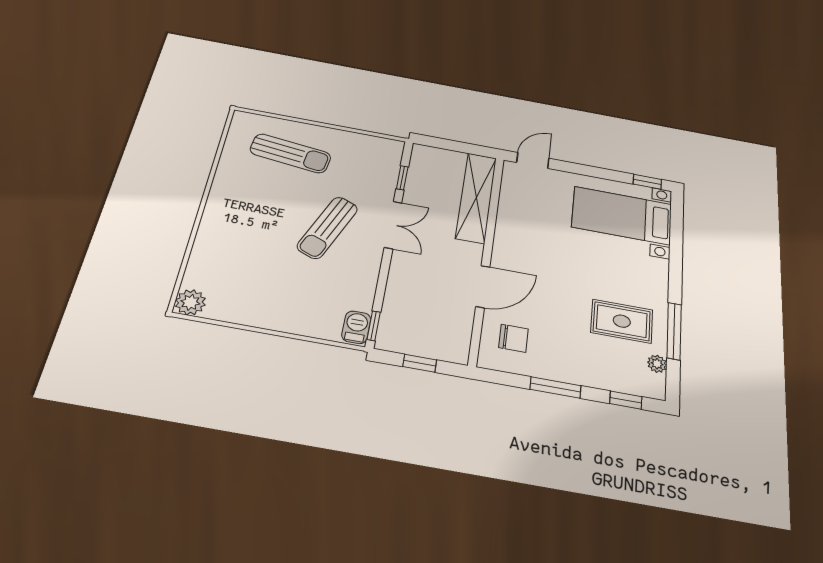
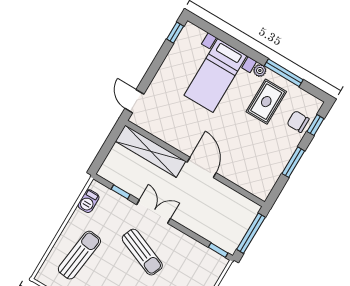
bed with nightstands: (622, 216) -> (215, 76), moved
door: (483, 287) -> (202, 167), moved
barbecue: (356, 327) -> (88, 201), moved, turned -90
chair: (513, 338) -> (298, 122), moved, turned -90
window: (420, 363) -> (251, 233), width x2.17
plant: (657, 364) -> (260, 70), moved

